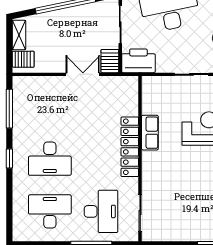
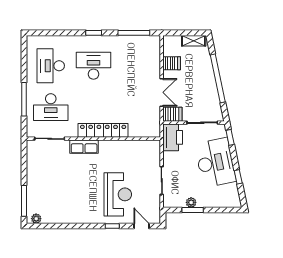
server rack: (23, 59) -> (172, 63), moved, turned -90
row of seats: (150, 133) -> (84, 147), moved
desk: (50, 159) -> (93, 66), turned 90
desk: (50, 211) -> (51, 66), turned 180

